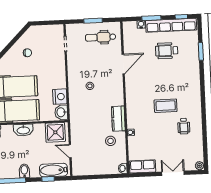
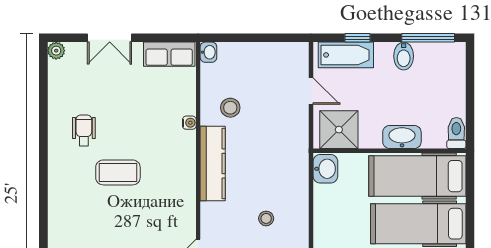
nightstand: (60, 97) -> (327, 200), removed
kitchen counter: (118, 119) -> (213, 163), width x1.50

